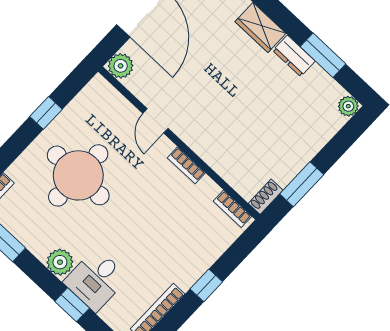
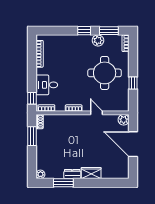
plant: (60, 262) -> (98, 40), moved
desk: (96, 280) -> (47, 85), moved, turned -90
window: (206, 285) -> (32, 98), moved
window: (72, 305) -> (84, 31), moved

